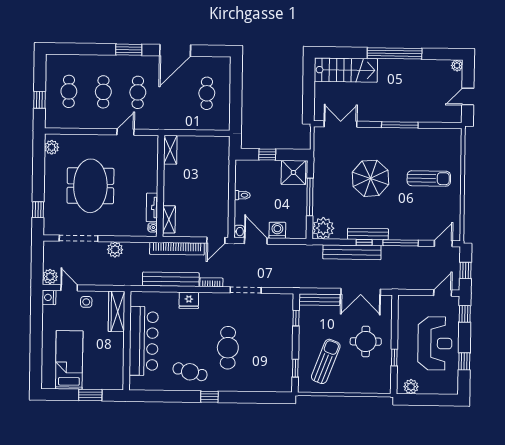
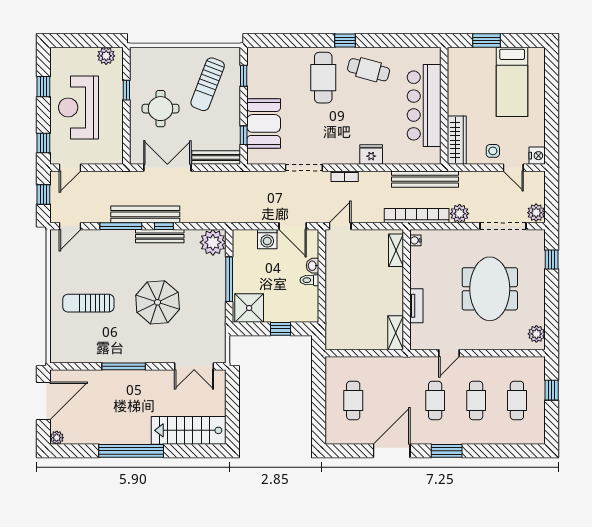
door: (468, 97) -> (43, 401), width x1.88
tv unit: (152, 207) -> (416, 306), moved
washbasin: (239, 232) -> (313, 266), moved
bookcase: (177, 249) -> (417, 216), moved
bench: (352, 252) -> (145, 214), moved
plant: (50, 277) -> (536, 213), moved
bench: (171, 279) -> (425, 179), moved
booth: (279, 328) -> (264, 123), added
cafe table: (228, 348) -> (323, 78), moved

